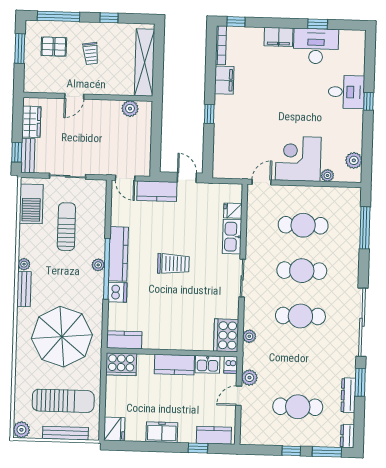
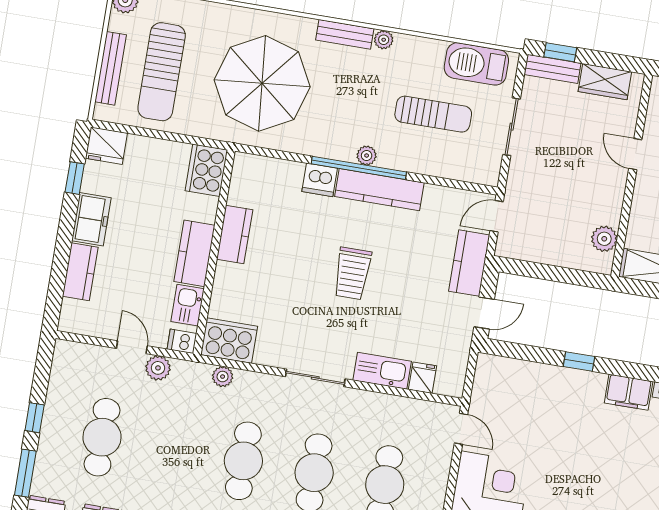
kitchen counter: (124, 340) -> (235, 235), moved
kitchen counter: (214, 435) -> (80, 272), moved
window: (198, 448) -> (75, 178), moved

